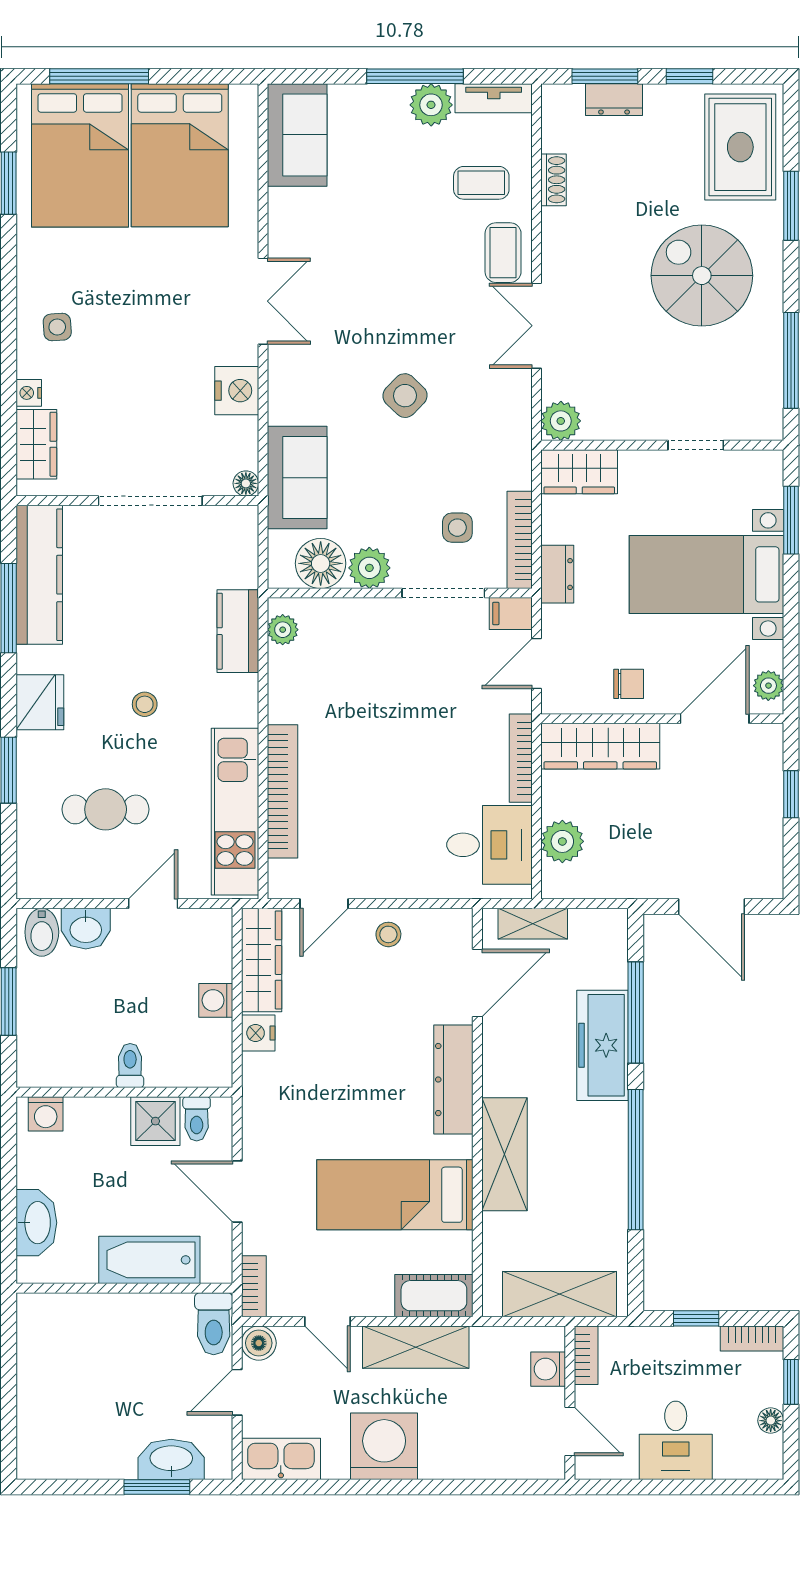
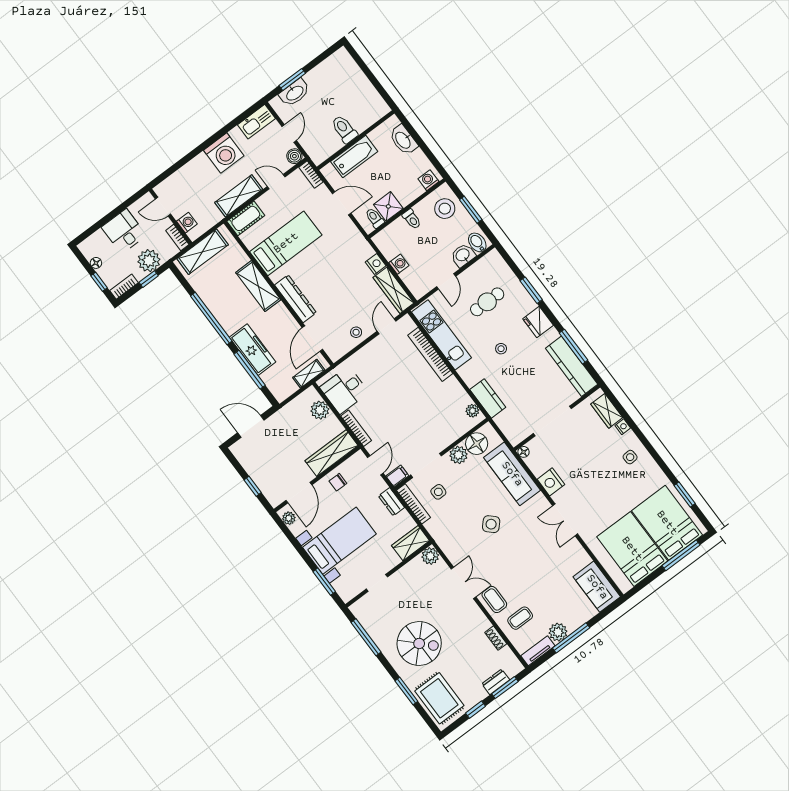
sofa: (297, 478) -> (512, 474), width x1.36
stool: (55, 1039) -> (445, 209), added
toilet: (214, 1324) -> (344, 129), moved
plant: (670, 1352) -> (149, 261), added

